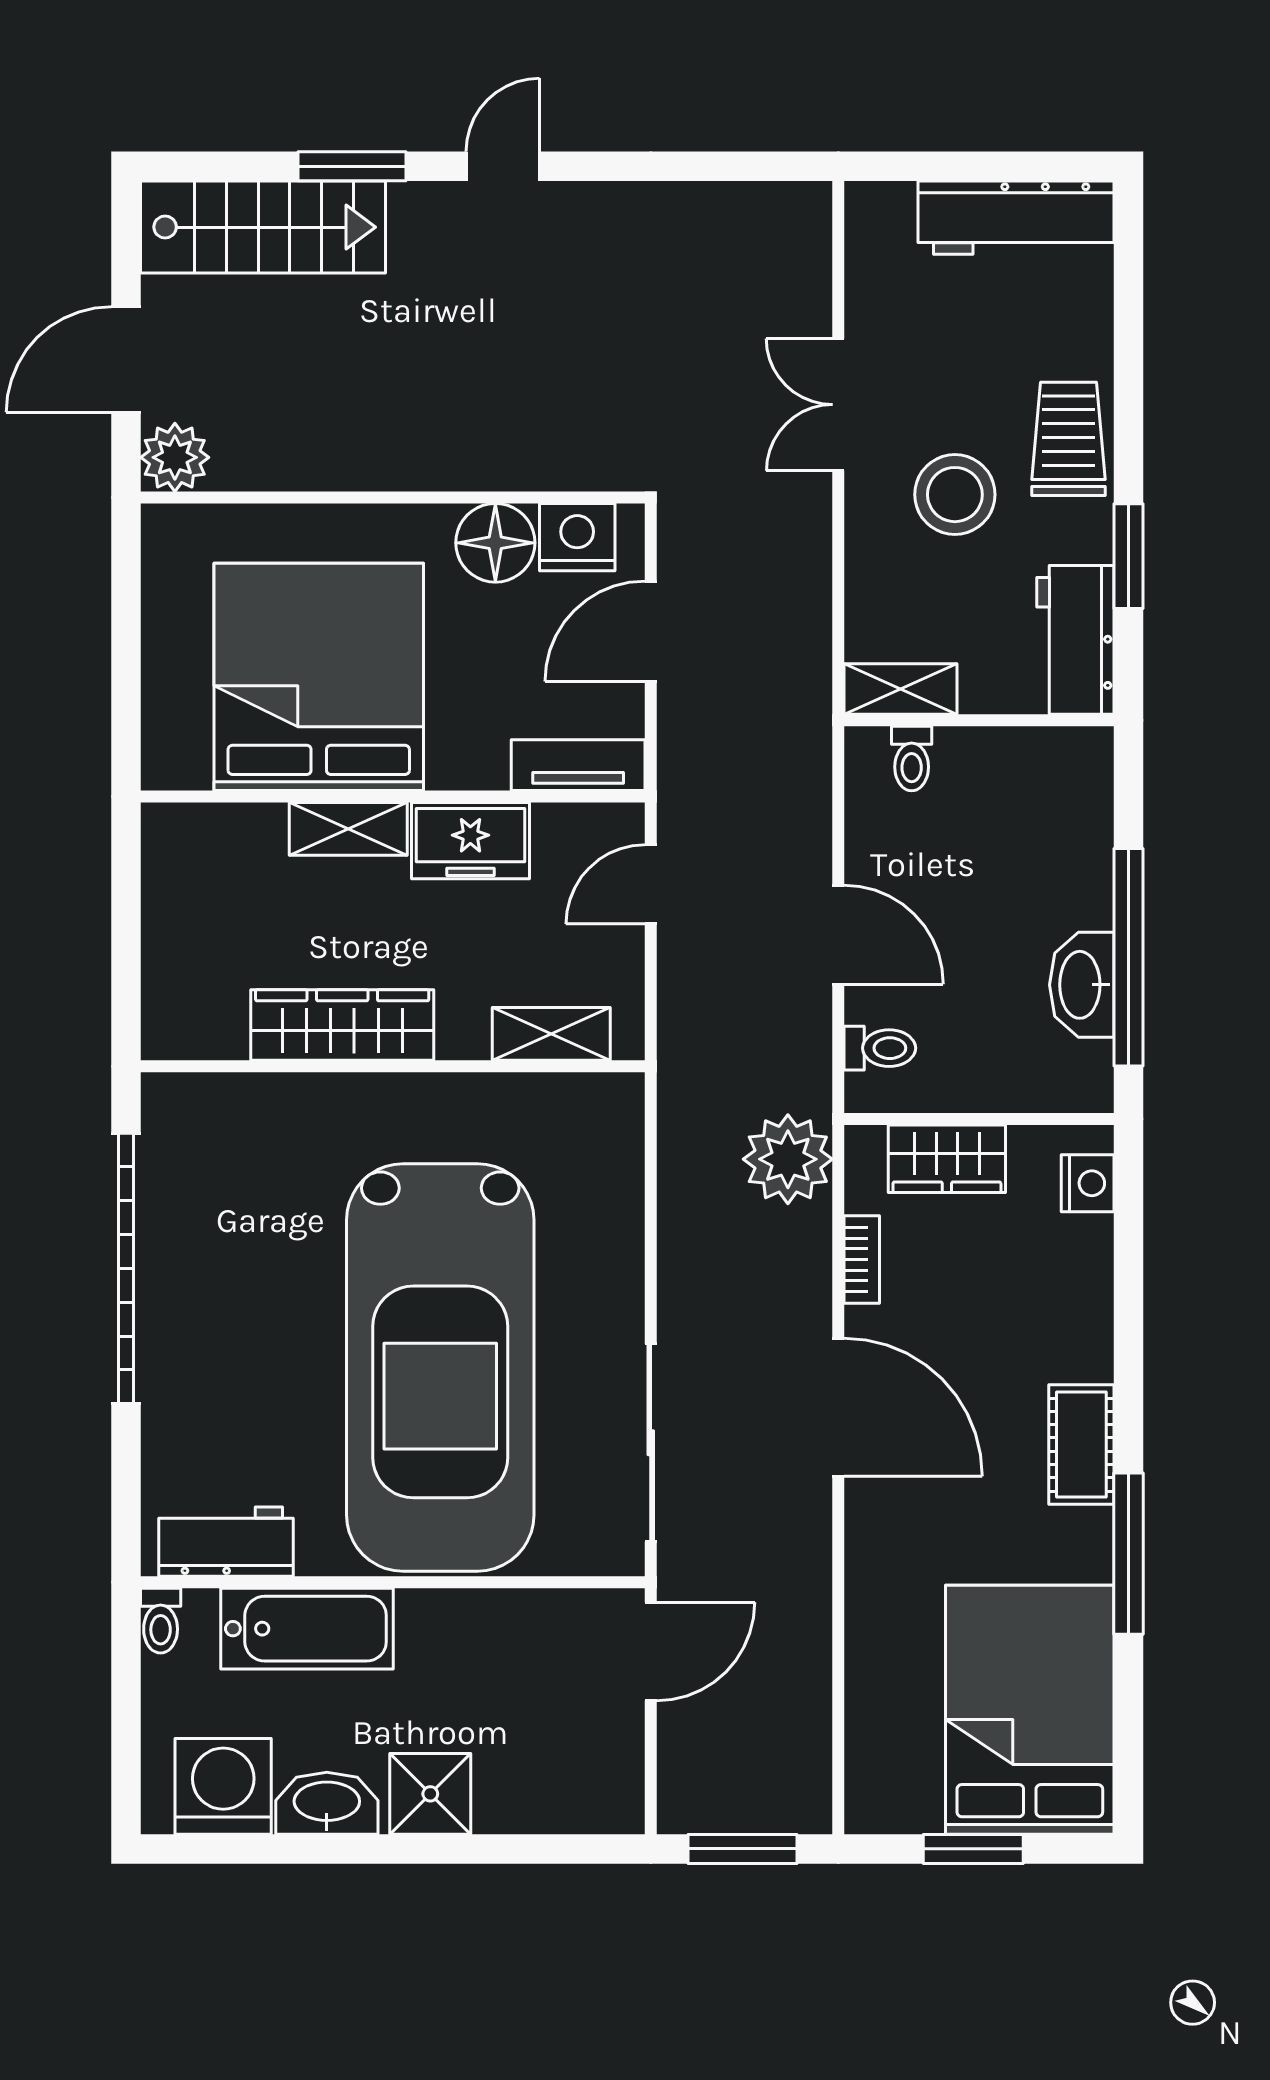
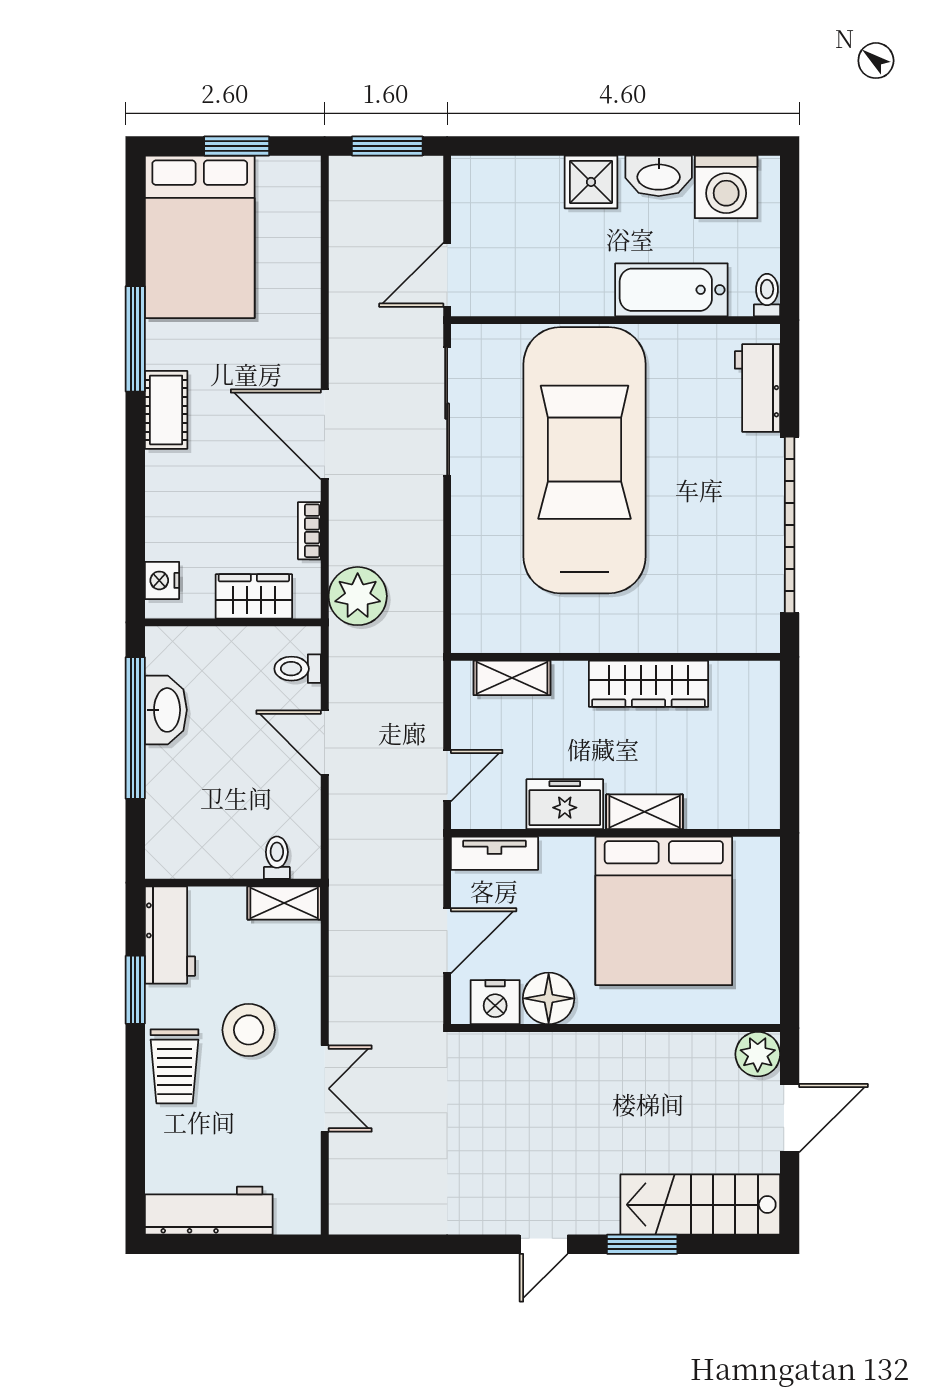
workbench: (226, 1542) -> (757, 388), moved, turned 90

